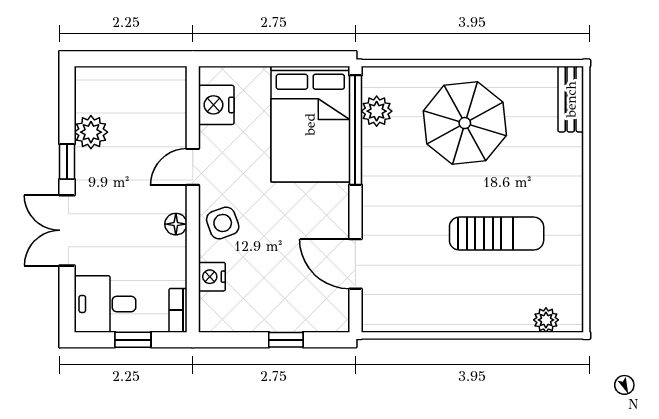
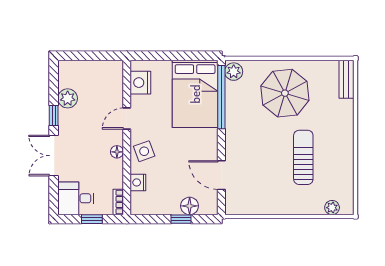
plant: (377, 111) -> (234, 72), moved
sun lounger: (497, 234) -> (303, 157), turned -90
floor lamp: (301, 317) -> (190, 206), added

